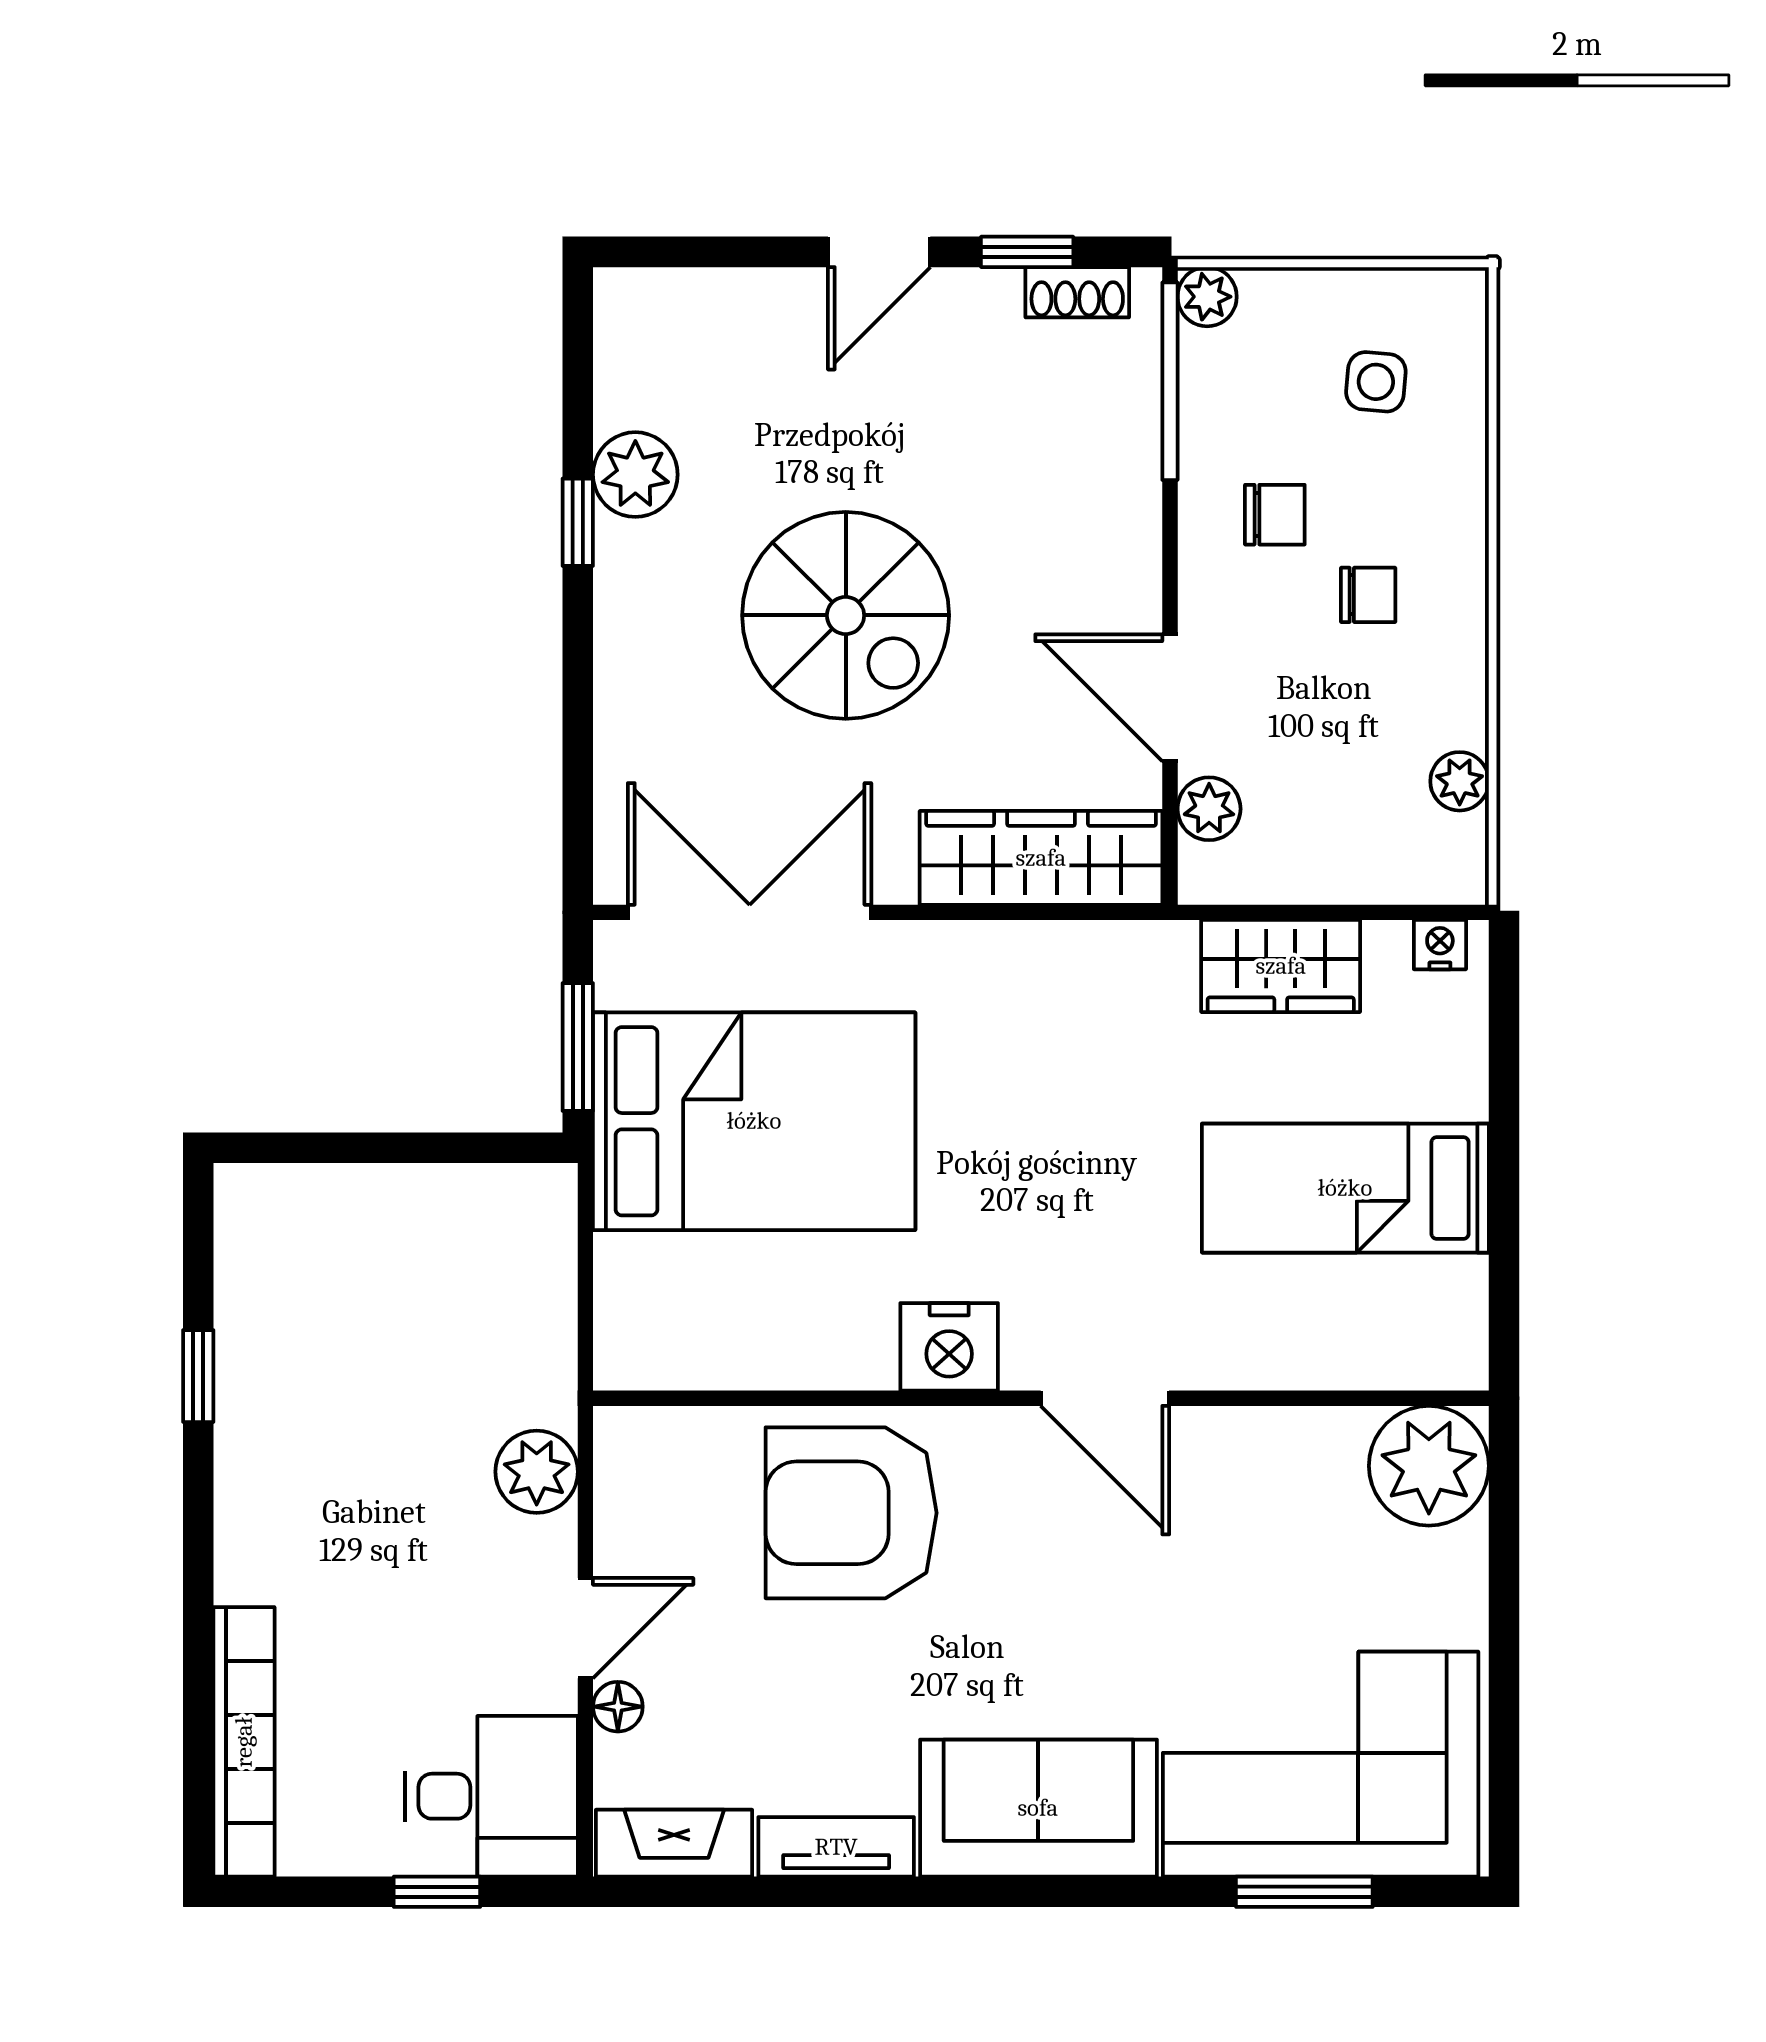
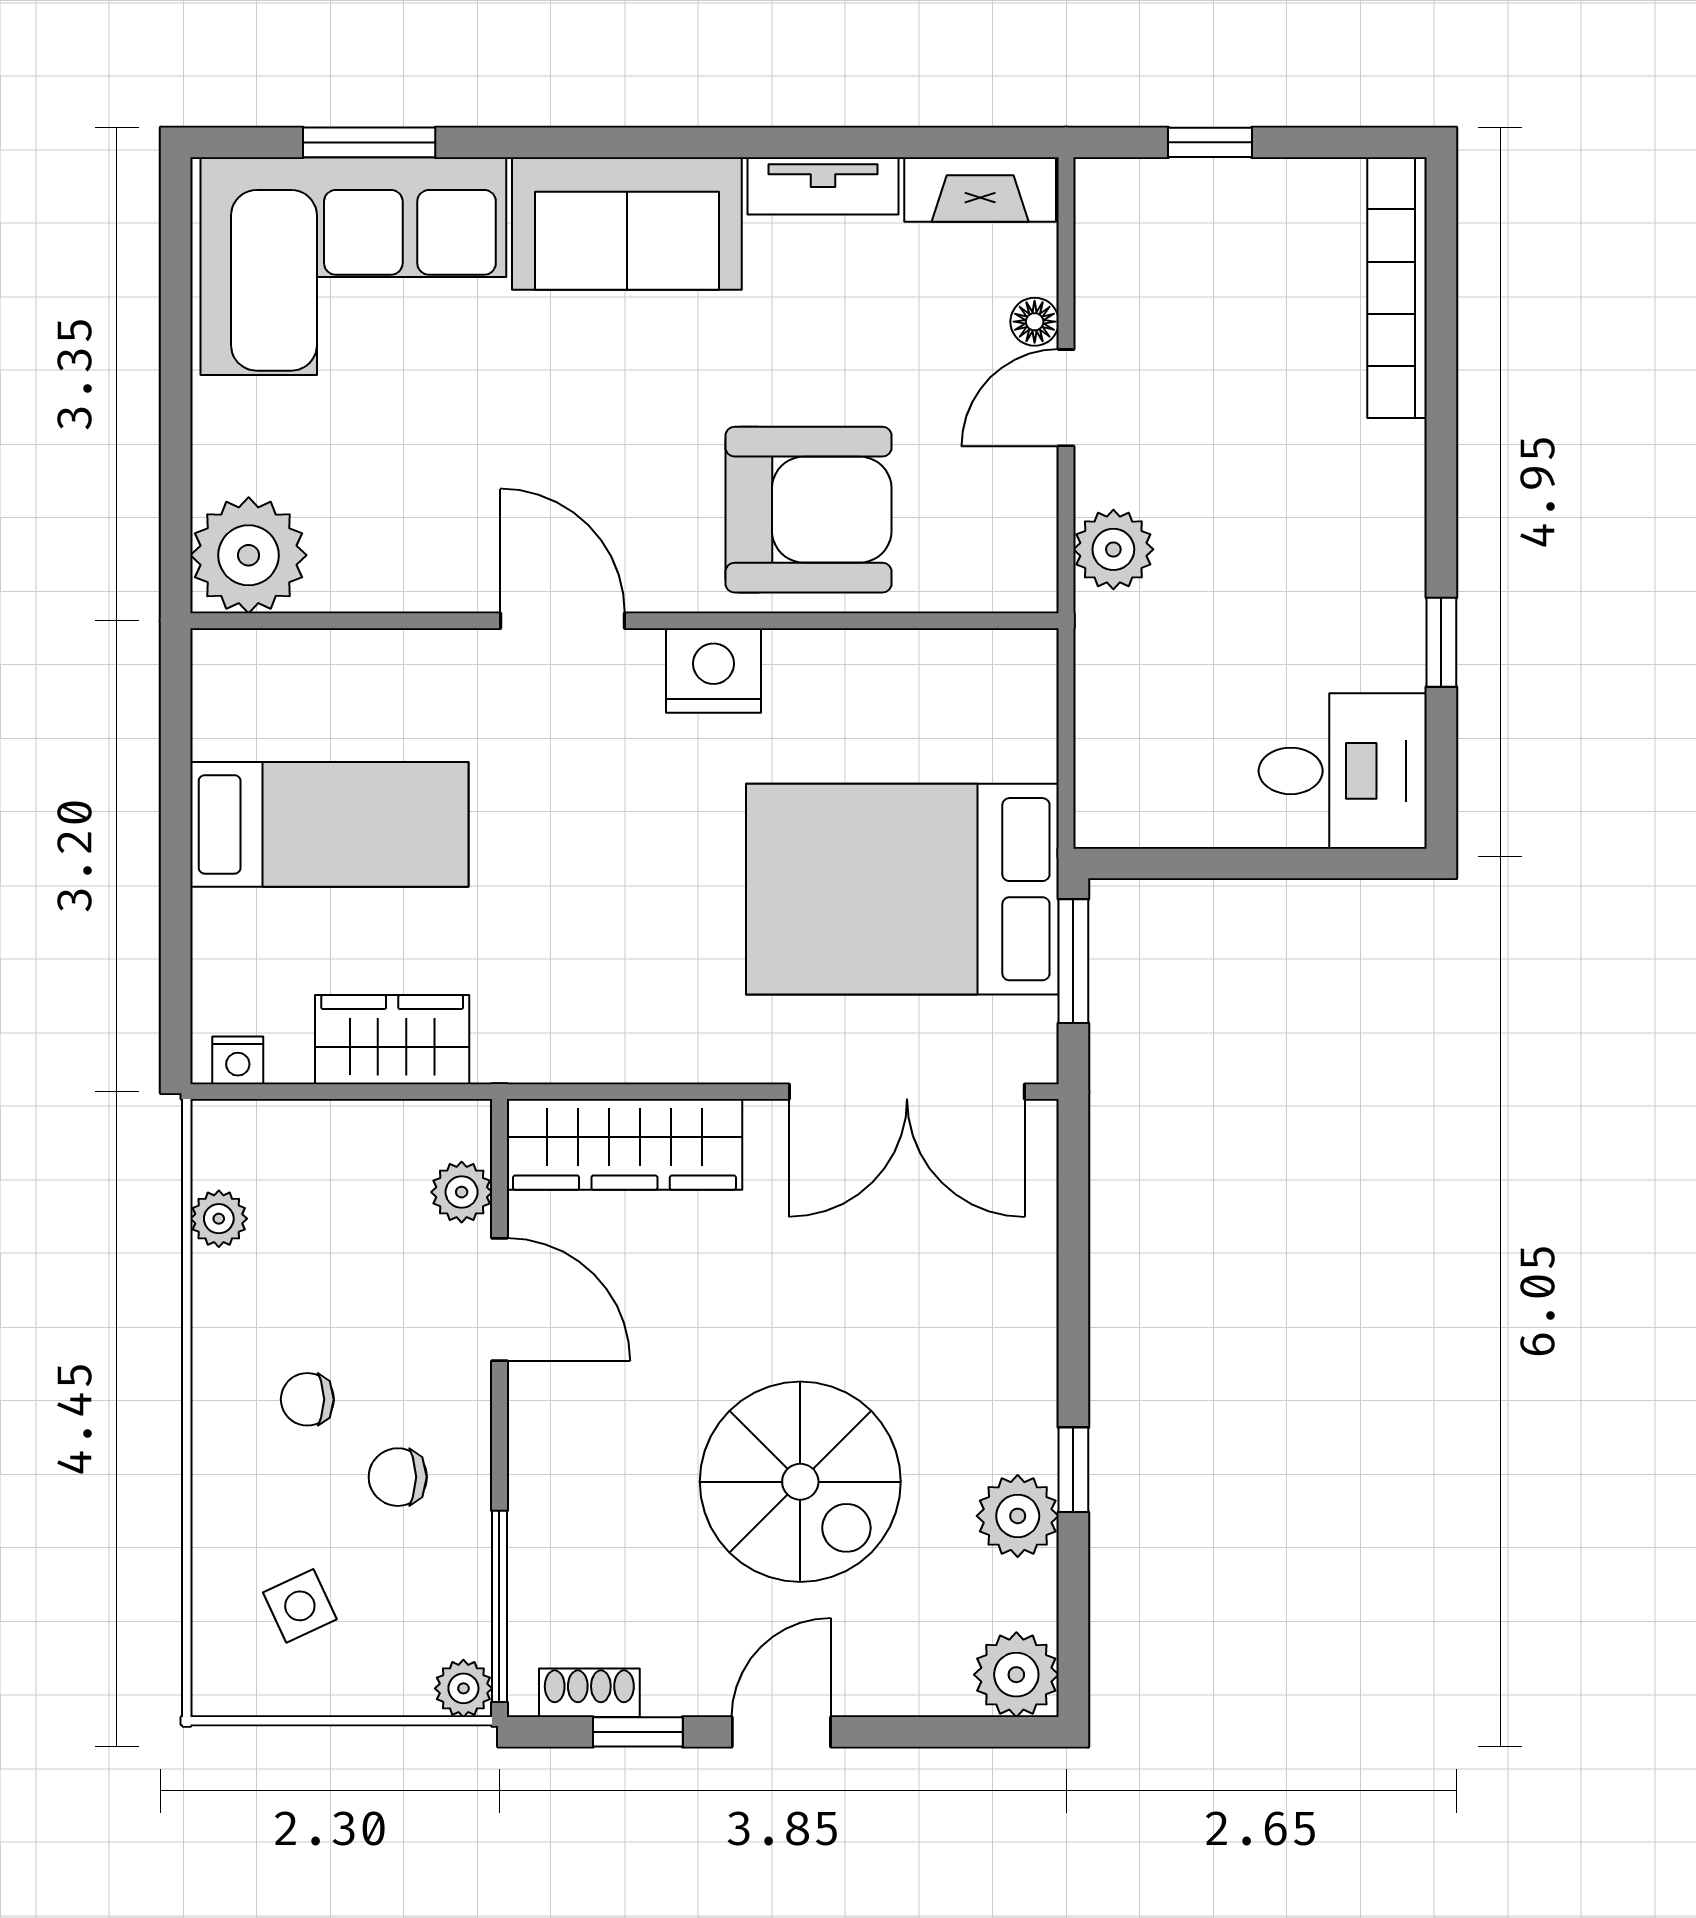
plant: (637, 311) -> (1016, 1675), added
side table: (1376, 382) -> (300, 1606), turned -30
spiral stairs: (846, 615) -> (800, 1482), moved, turned 180
desk: (491, 1796) -> (1343, 771), moved, turned 180

